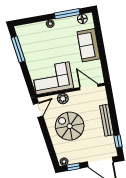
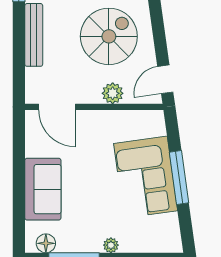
window: (18, 49) -> (179, 177), moved
corner sofa: (53, 78) -> (146, 177), moved, turned 82
spiral stairs: (70, 126) -> (109, 36), turned -90

